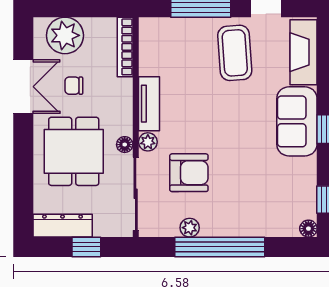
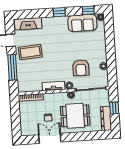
plant: (65, 35) -> (28, 123), removed
sofa: (297, 121) -> (82, 23), moved
armchair: (189, 173) -> (81, 68), turned 180
window: (220, 247) -> (111, 53), removed

